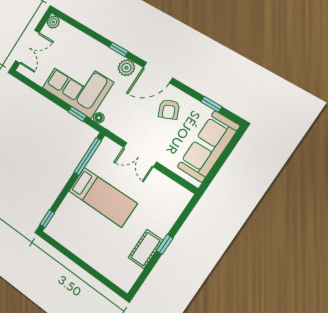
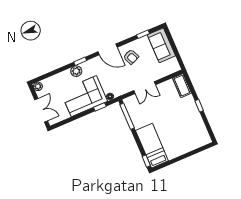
plant: (126, 68) -> (76, 71), moved
door: (158, 73) -> (108, 49), hinge flipped
sofa: (208, 146) -> (161, 45), width x0.73
bed: (103, 197) -> (152, 146), moved, turned -90
cot: (146, 249) -> (182, 86), moved

